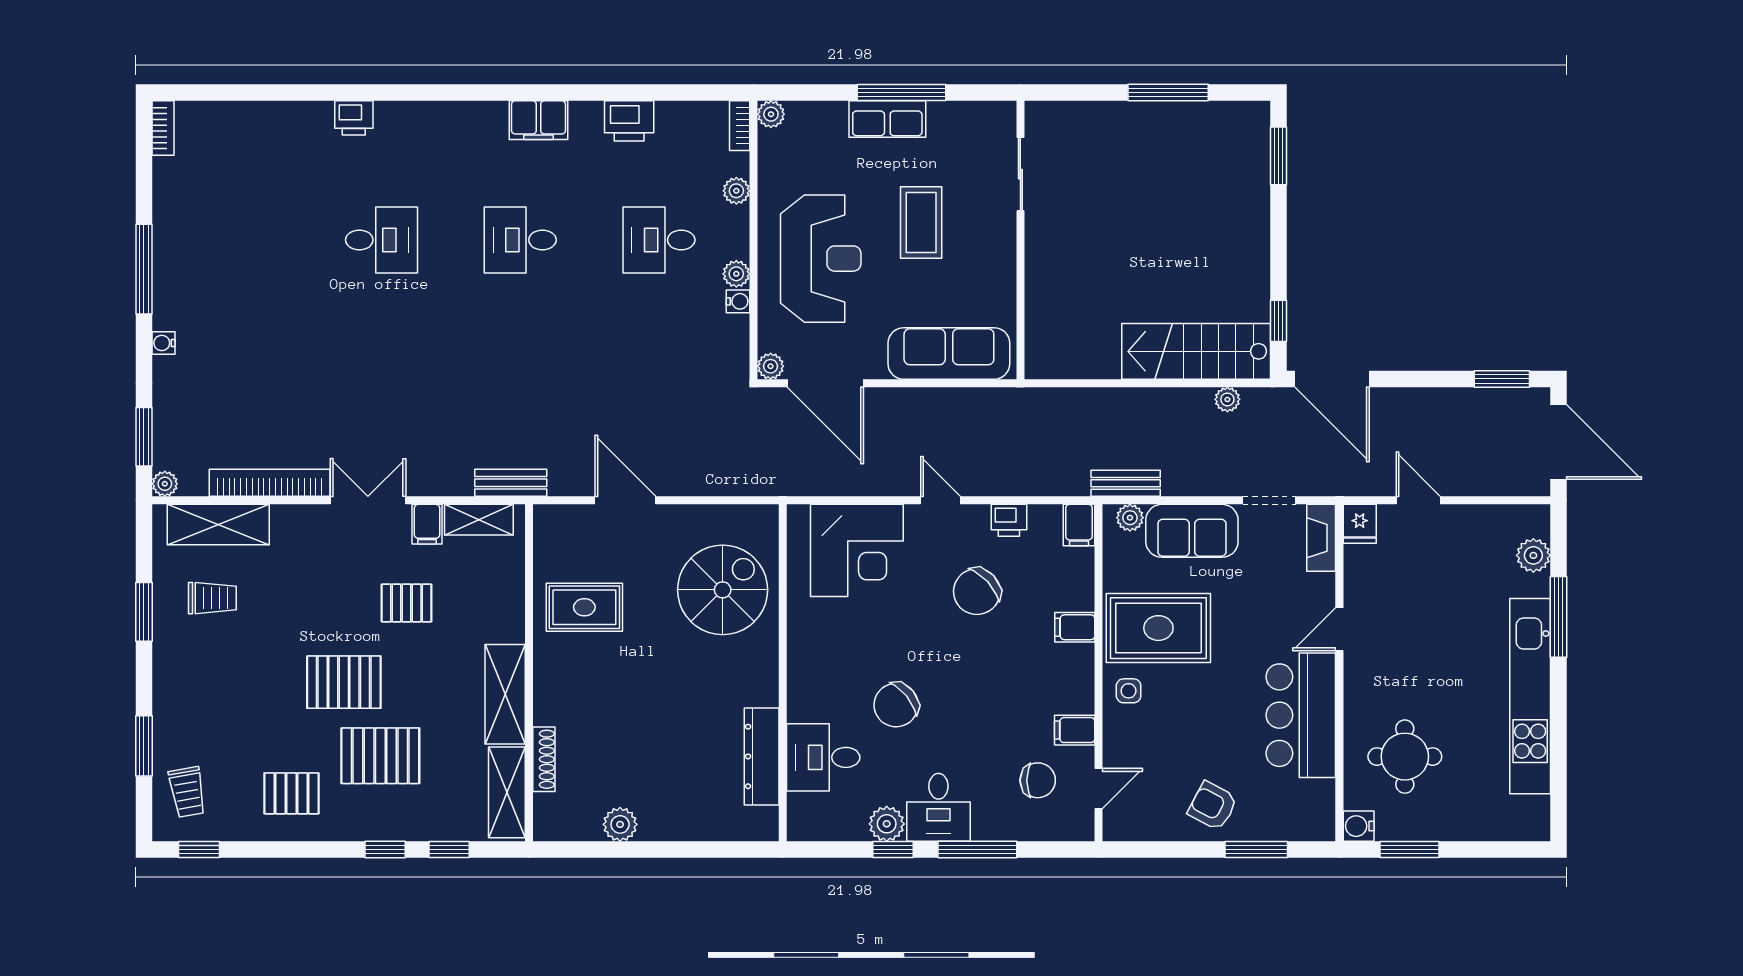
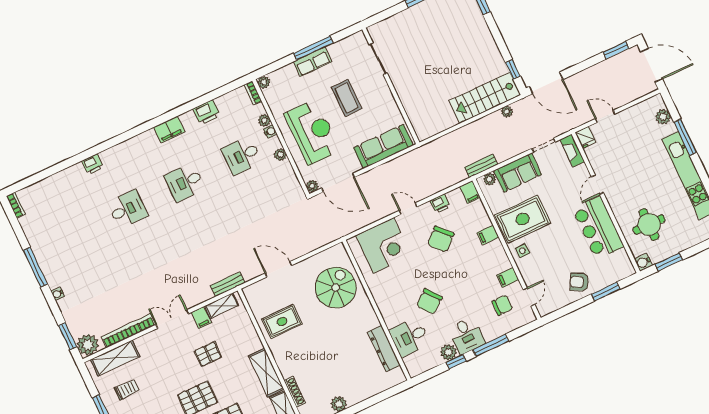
water cooler: (738, 301) -> (270, 131), moved
plant: (165, 484) -> (88, 345), width x1.88, depth x1.88

